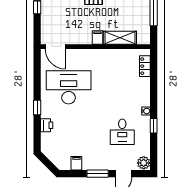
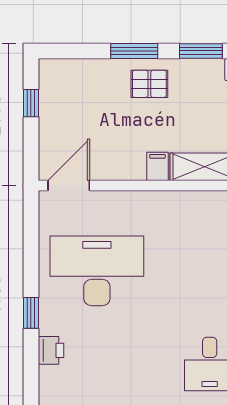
door: (55, 47) -> (69, 185), swing flipped

